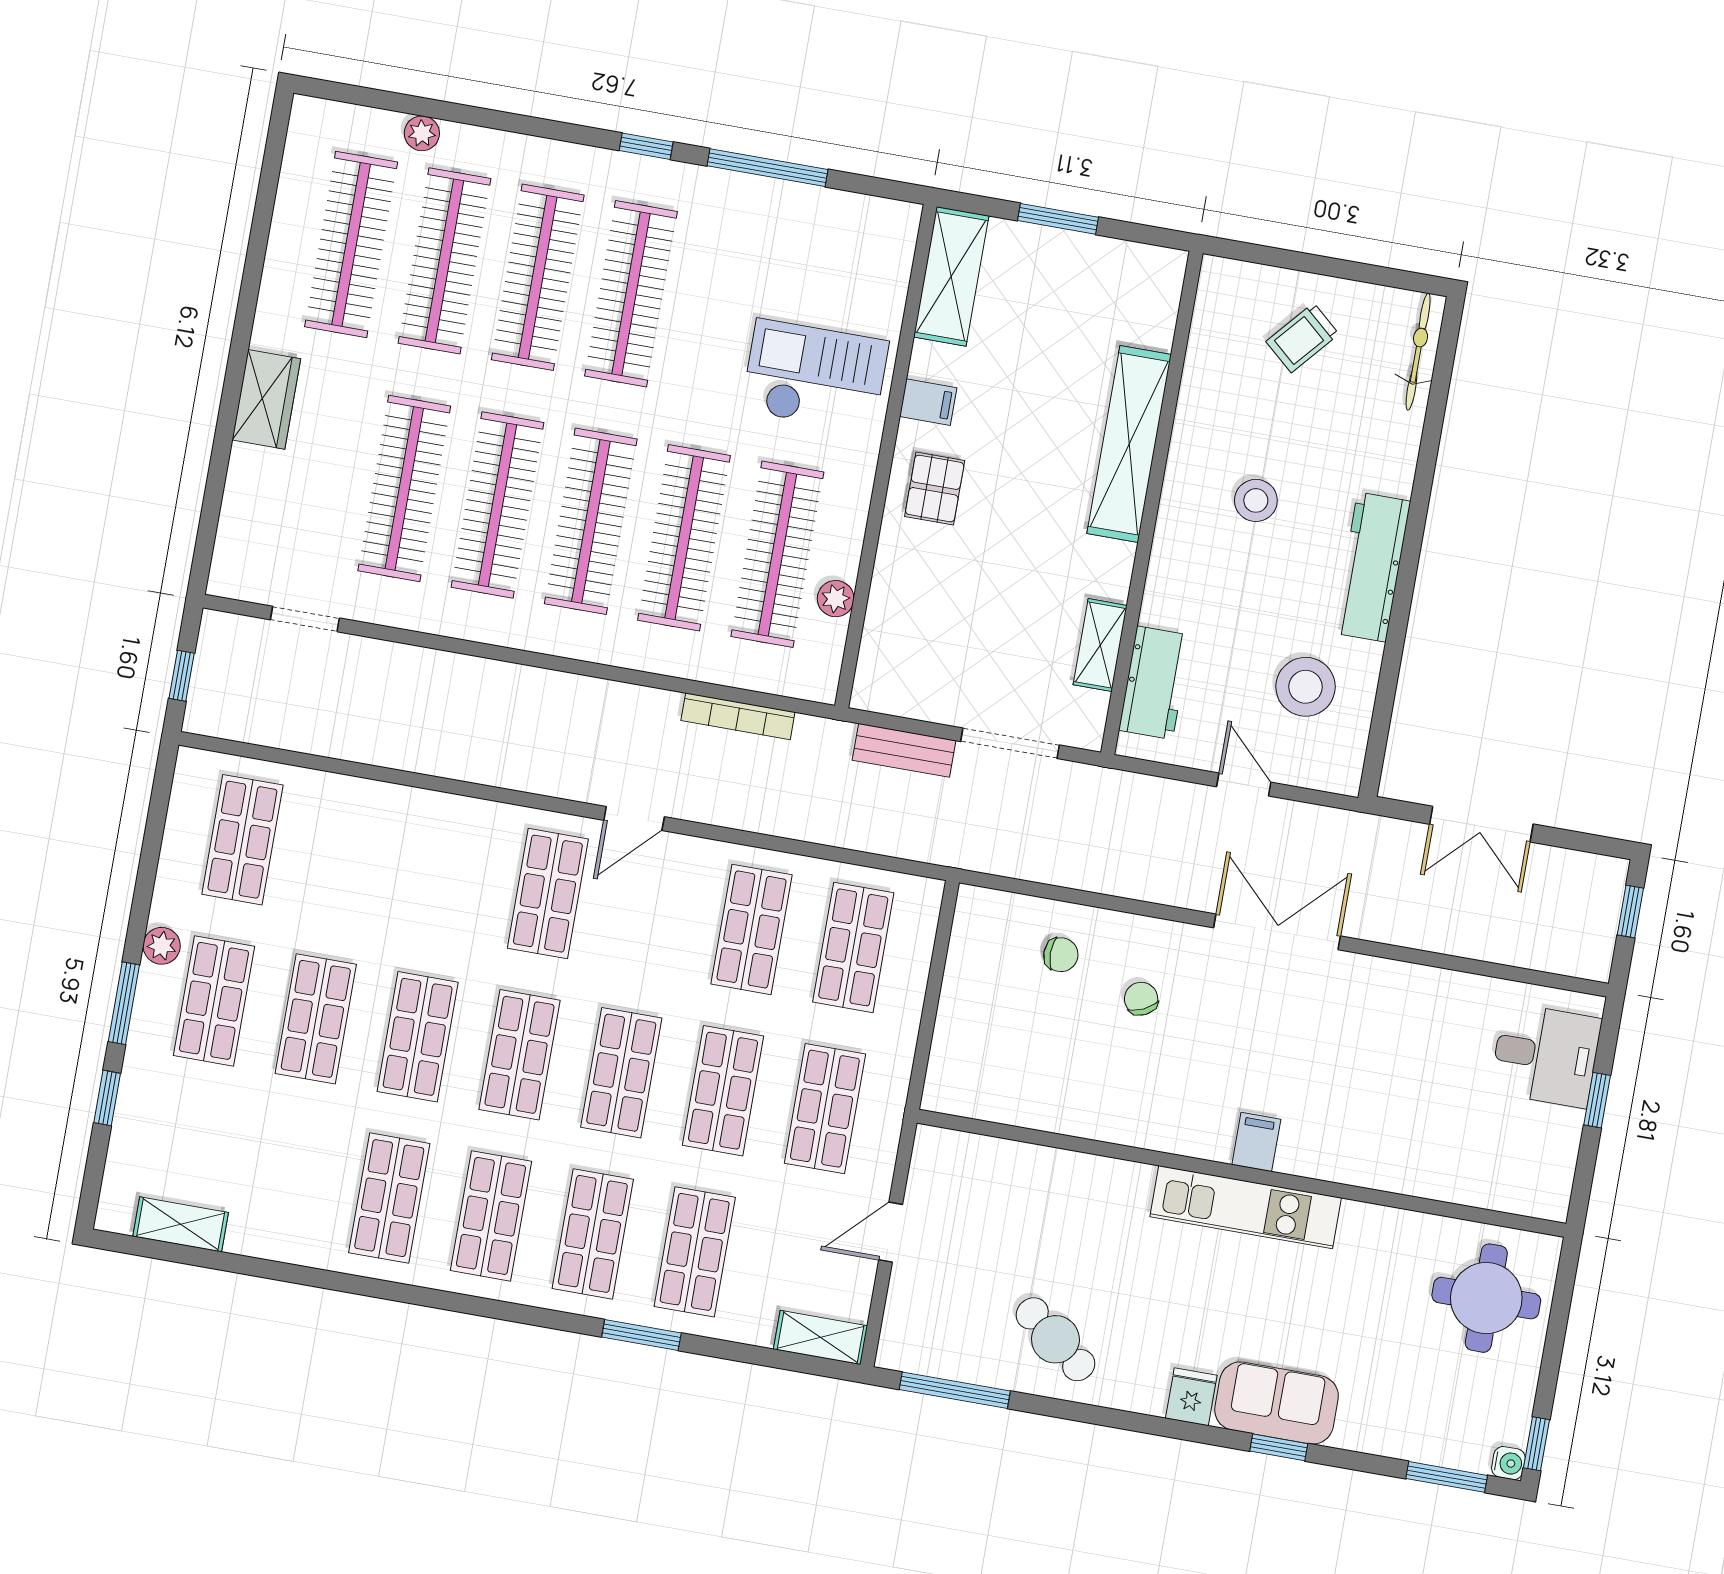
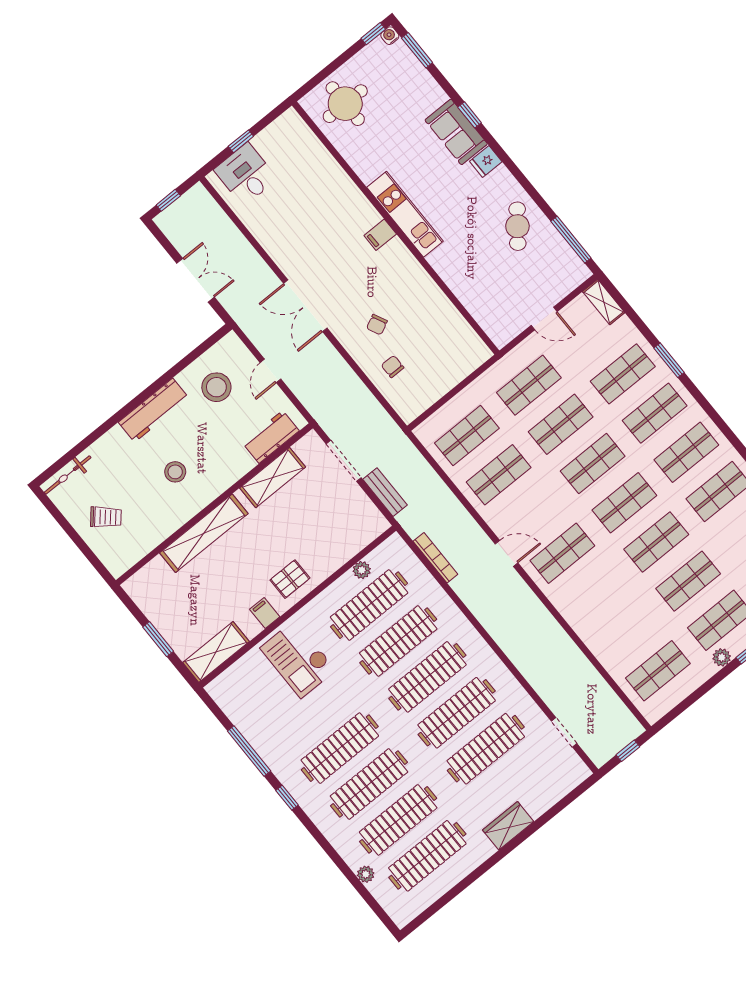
shelving: (1100, 645) -> (273, 478), width x1.50, depth x1.33

